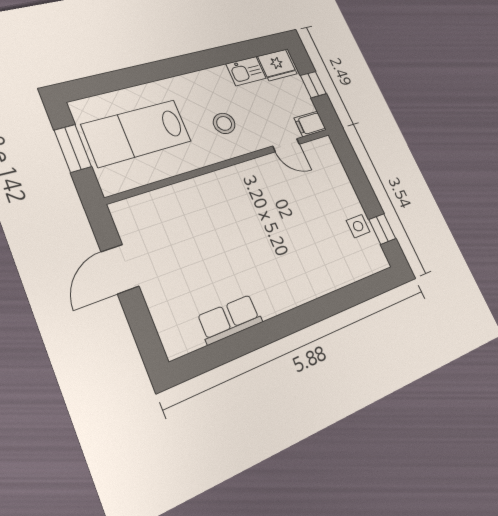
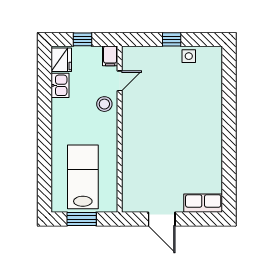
stool: (224, 123) -> (104, 104), moved
lab bench: (137, 133) -> (83, 177), turned 180
window: (382, 229) -> (172, 39), moved
row of seats: (230, 319) -> (203, 203), moved, turned 90

